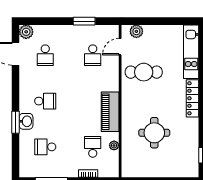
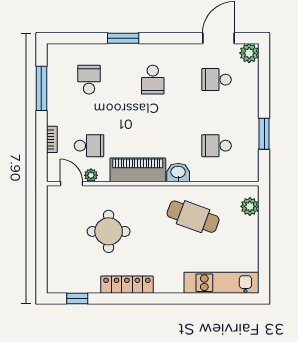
door: (120, 47) -> (71, 184), moved
cafe table: (144, 72) -> (193, 217), turned -70
locker: (193, 98) -> (127, 285), moved
washbasin: (26, 121) -> (178, 173), moved, turned 180

